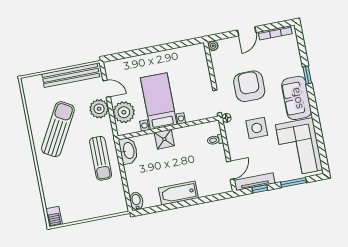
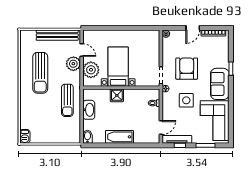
sun lounger: (58, 129) -> (40, 73), turned 151
washbasin: (128, 151) -> (89, 110), moved

